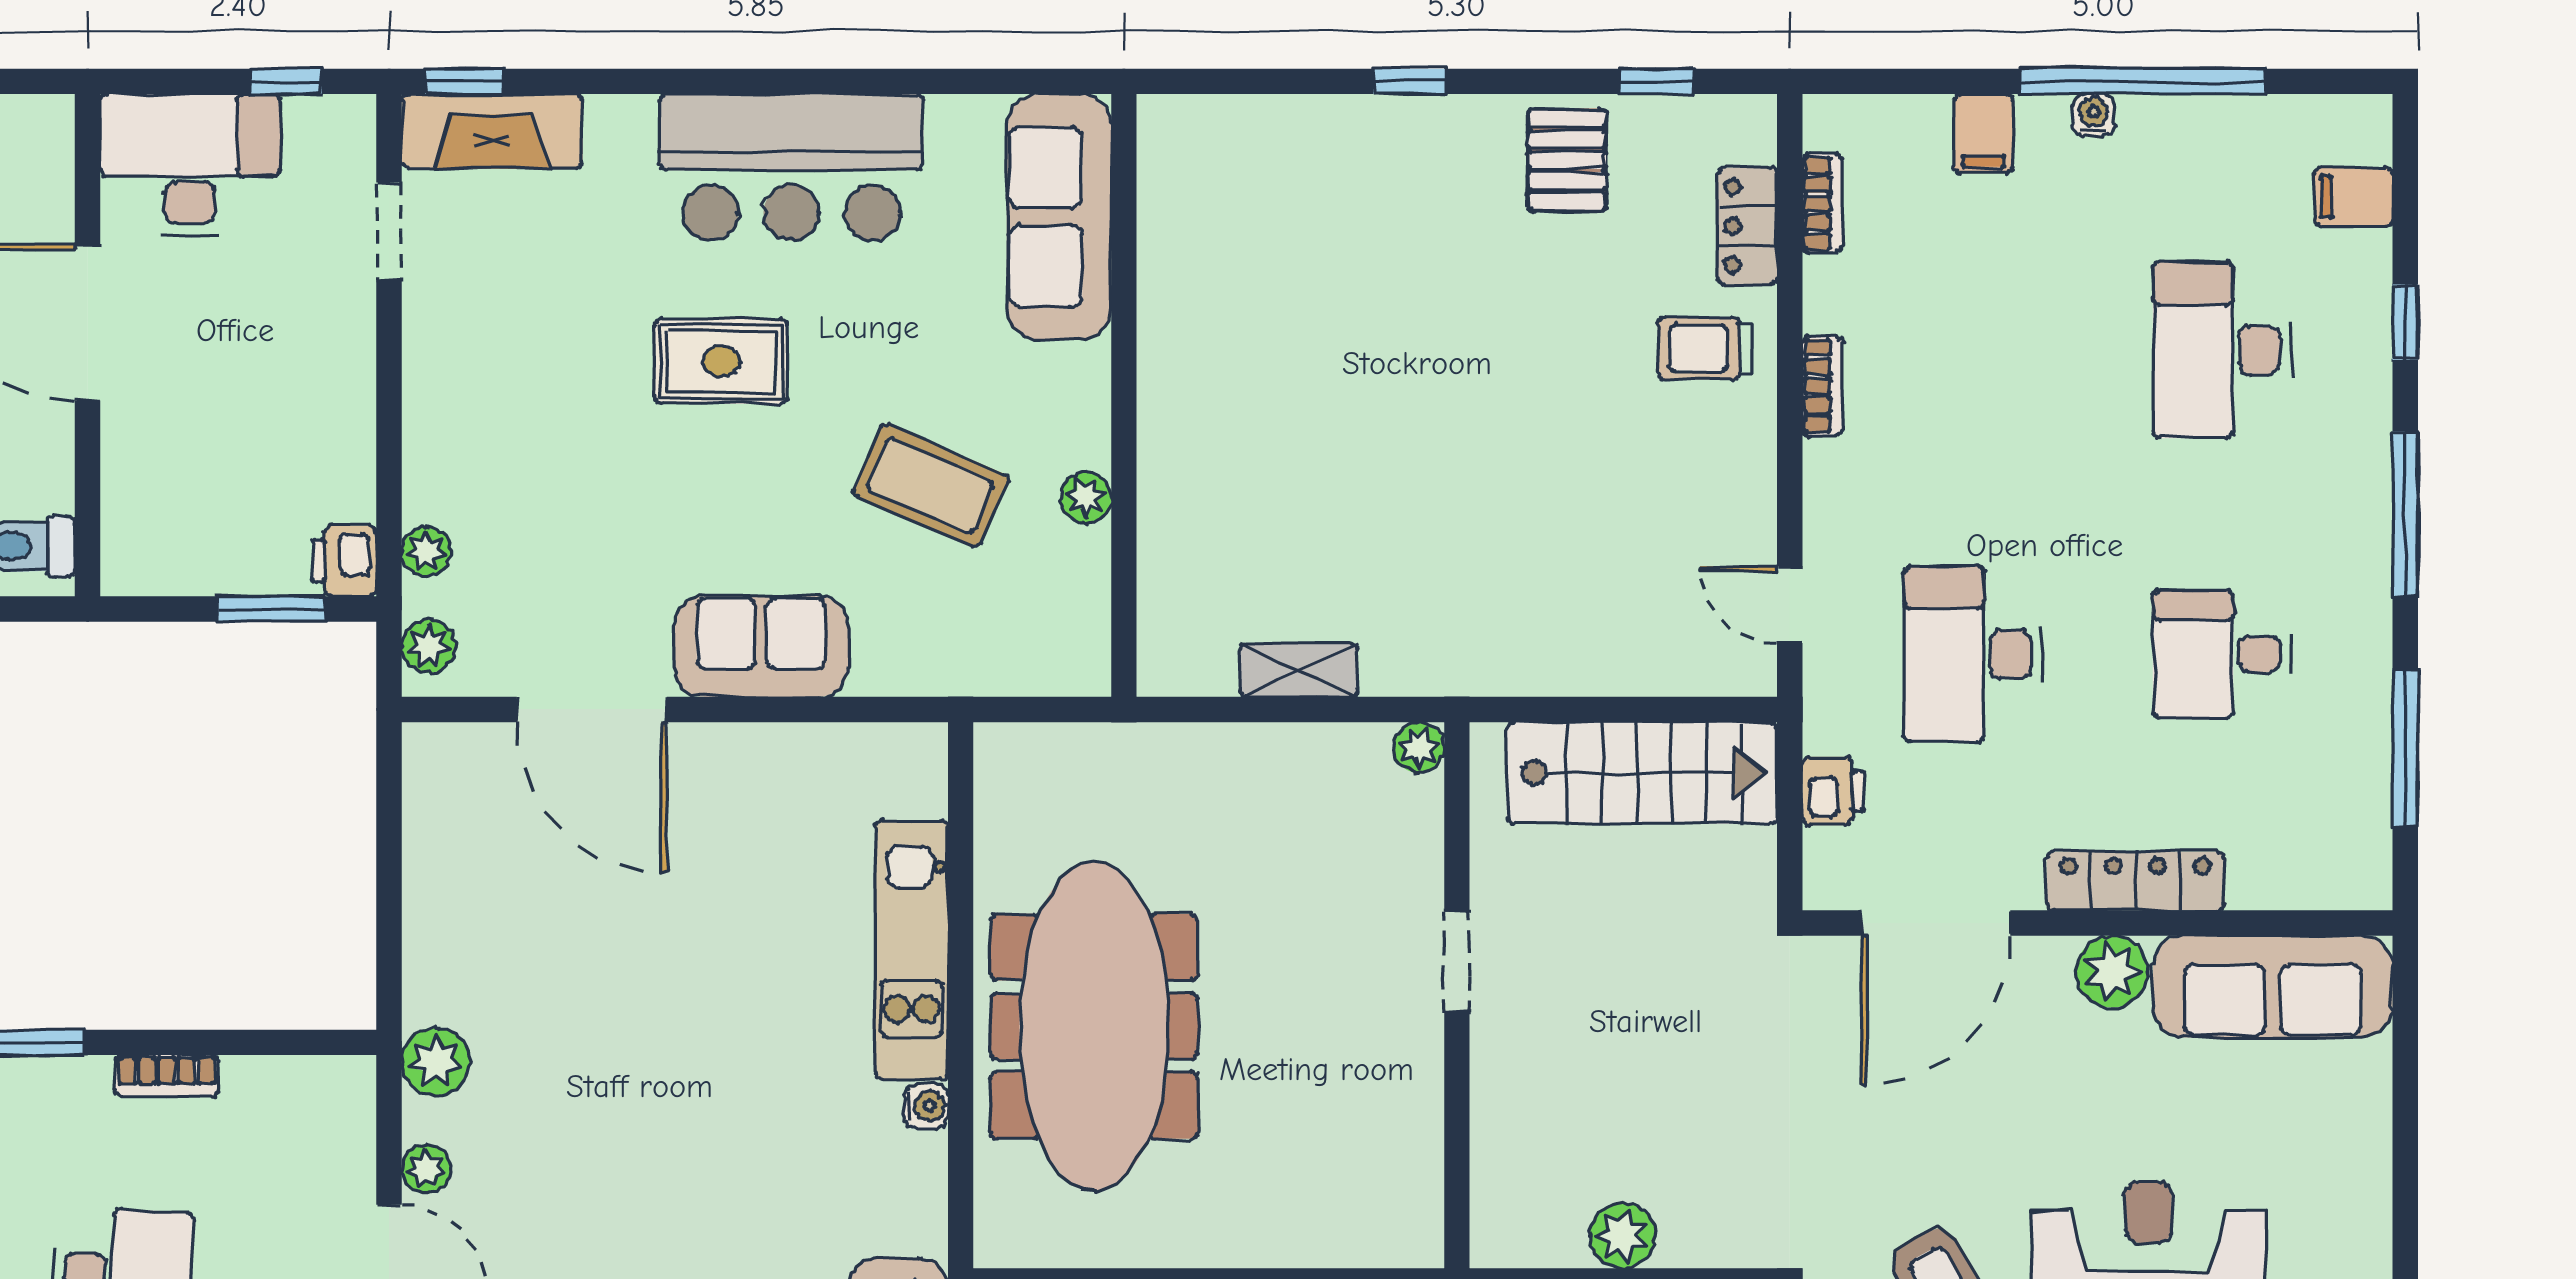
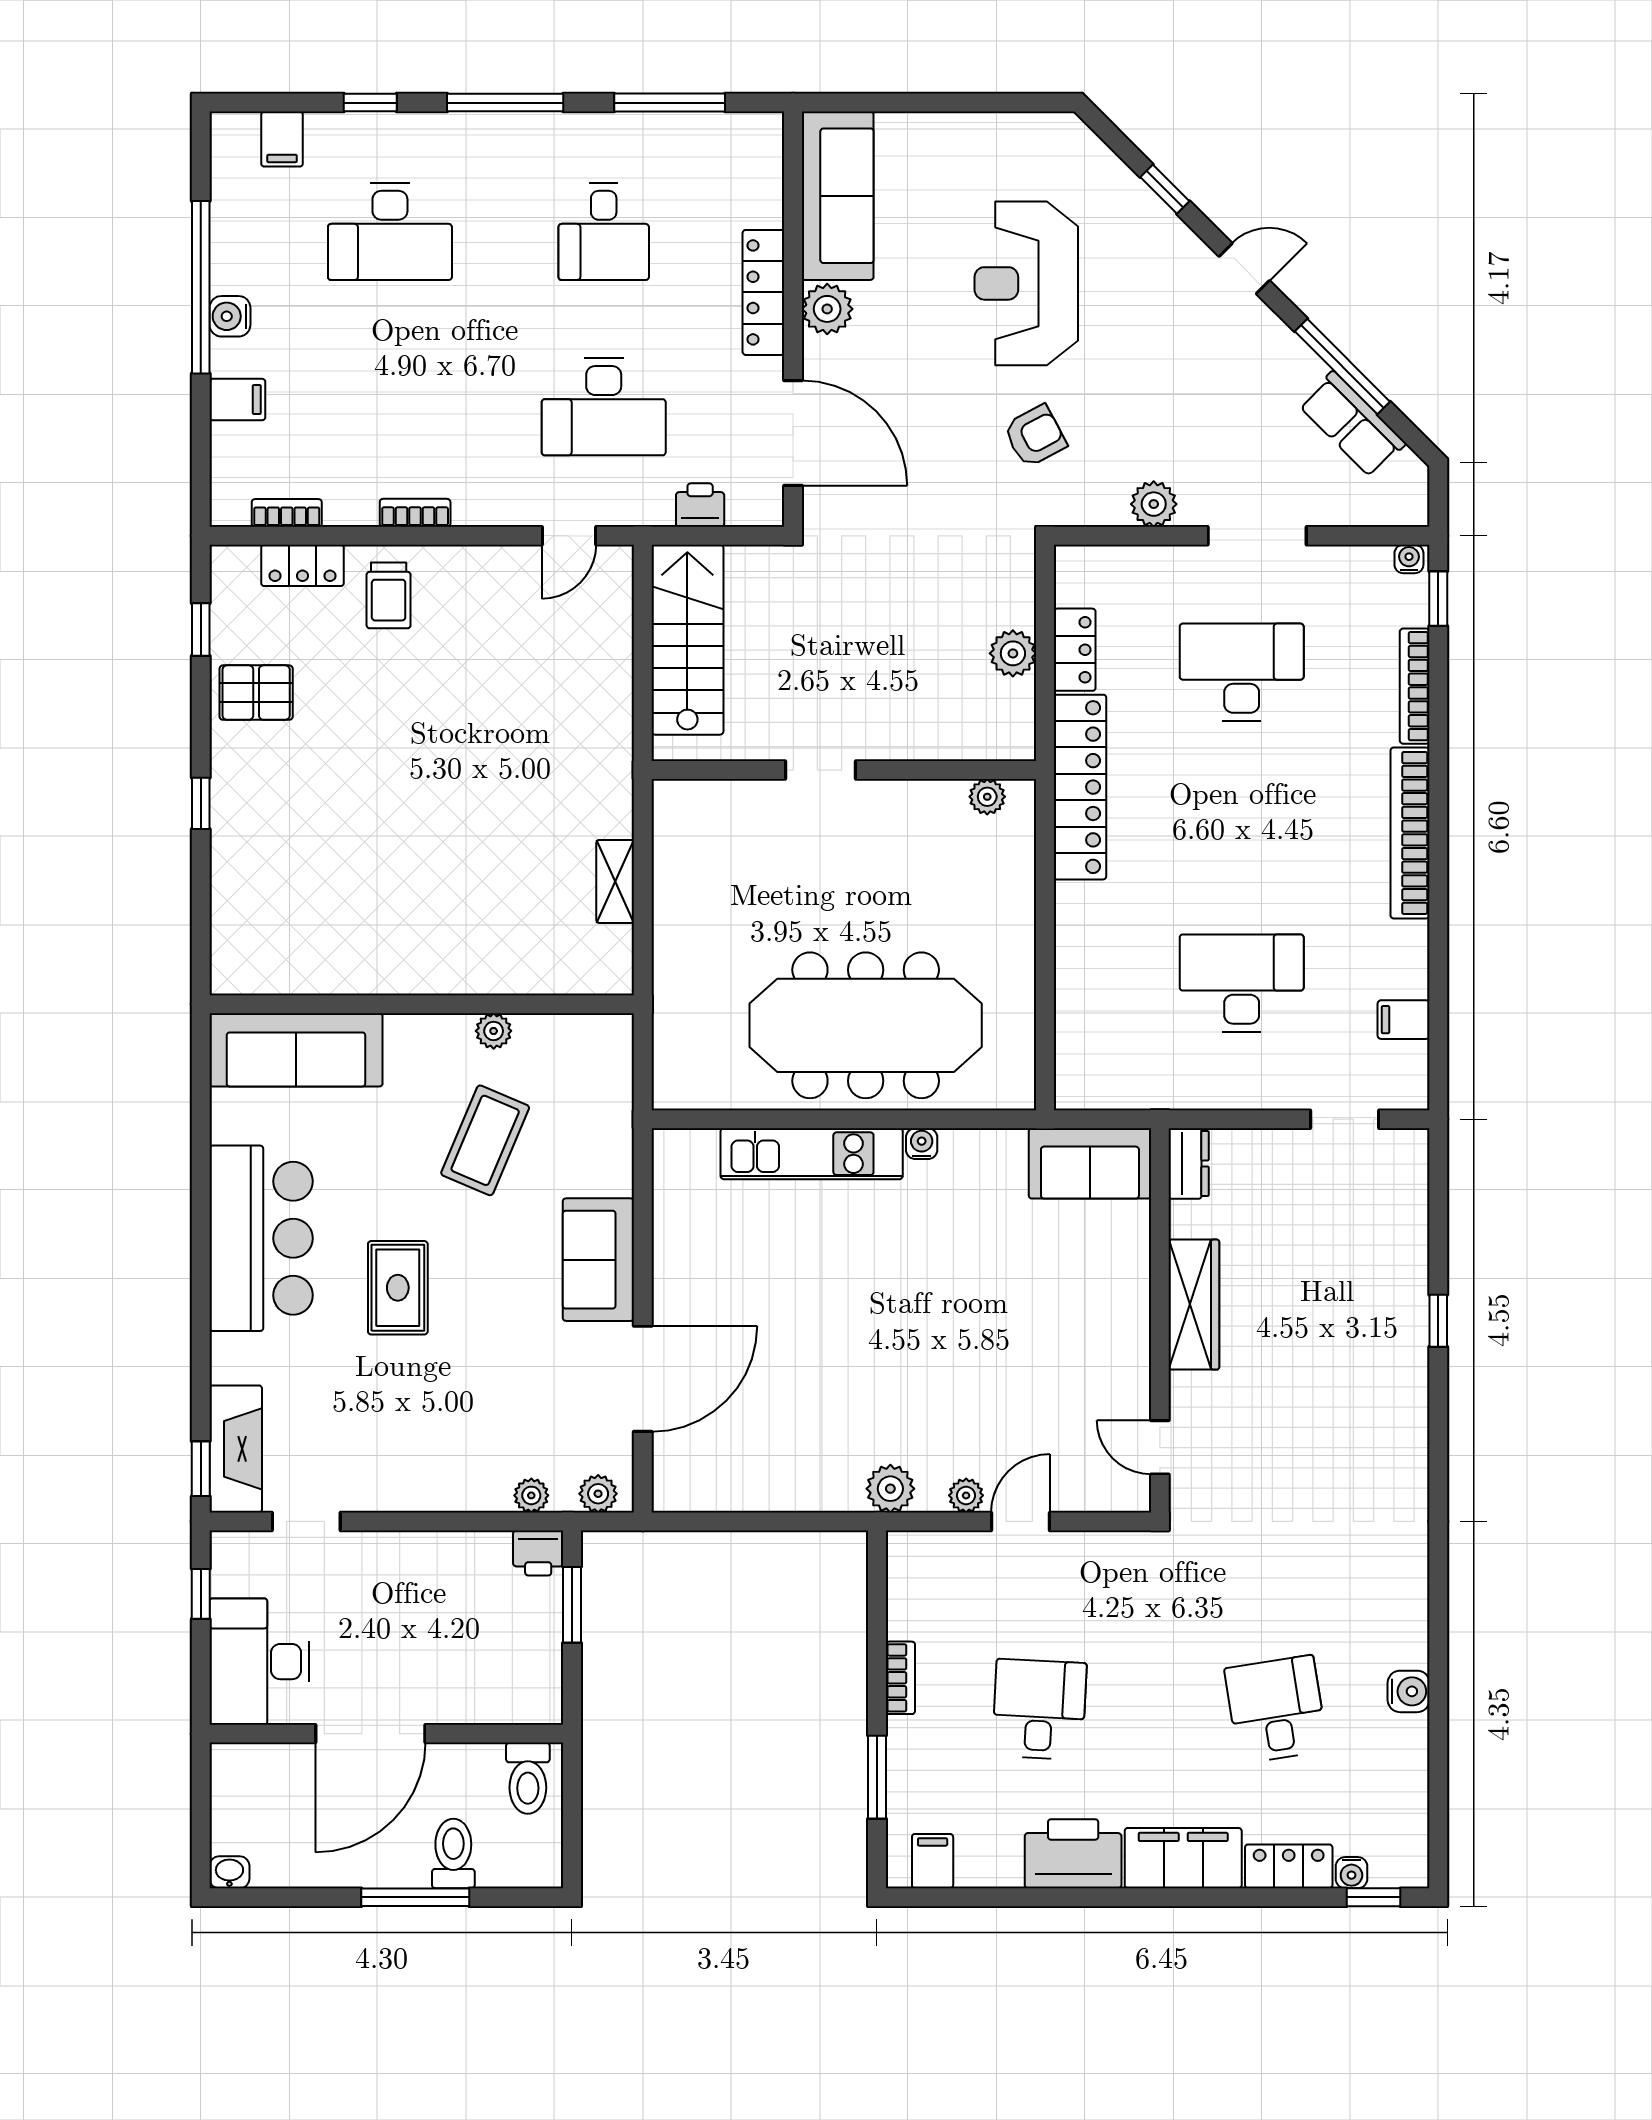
water cooler: (2094, 115) -> (230, 316), width x1.38, depth x1.38
plant: (1419, 747) -> (987, 797), moved

